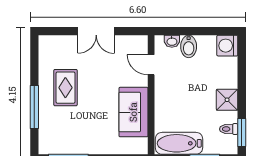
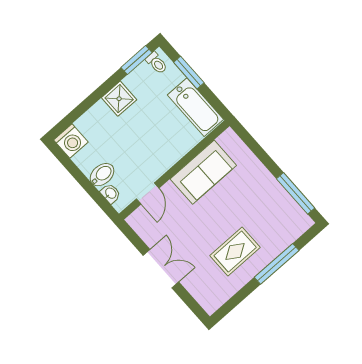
toilet: (229, 129) -> (157, 63), moved

